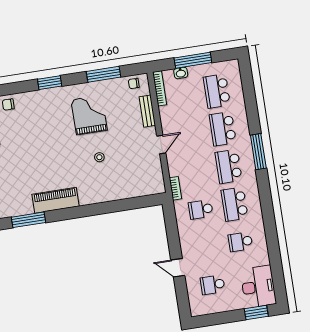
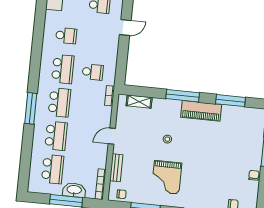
washbasin: (181, 73) -> (74, 190), width x1.91, depth x1.45
shelving: (141, 190) -> (139, 102), added
piano: (56, 200) -> (201, 111), moved
window: (95, 209) -> (183, 96), added
window: (28, 220) -> (231, 101), moved
door: (178, 268) -> (125, 28), hinge flipped

